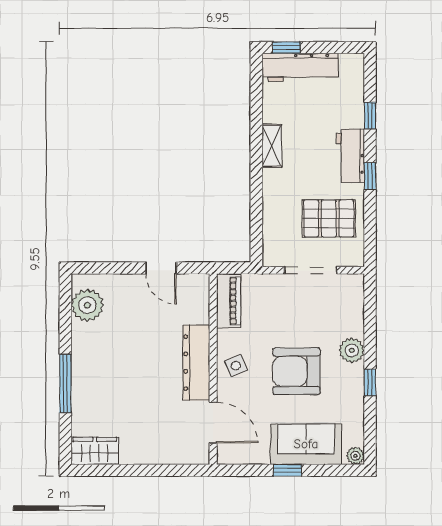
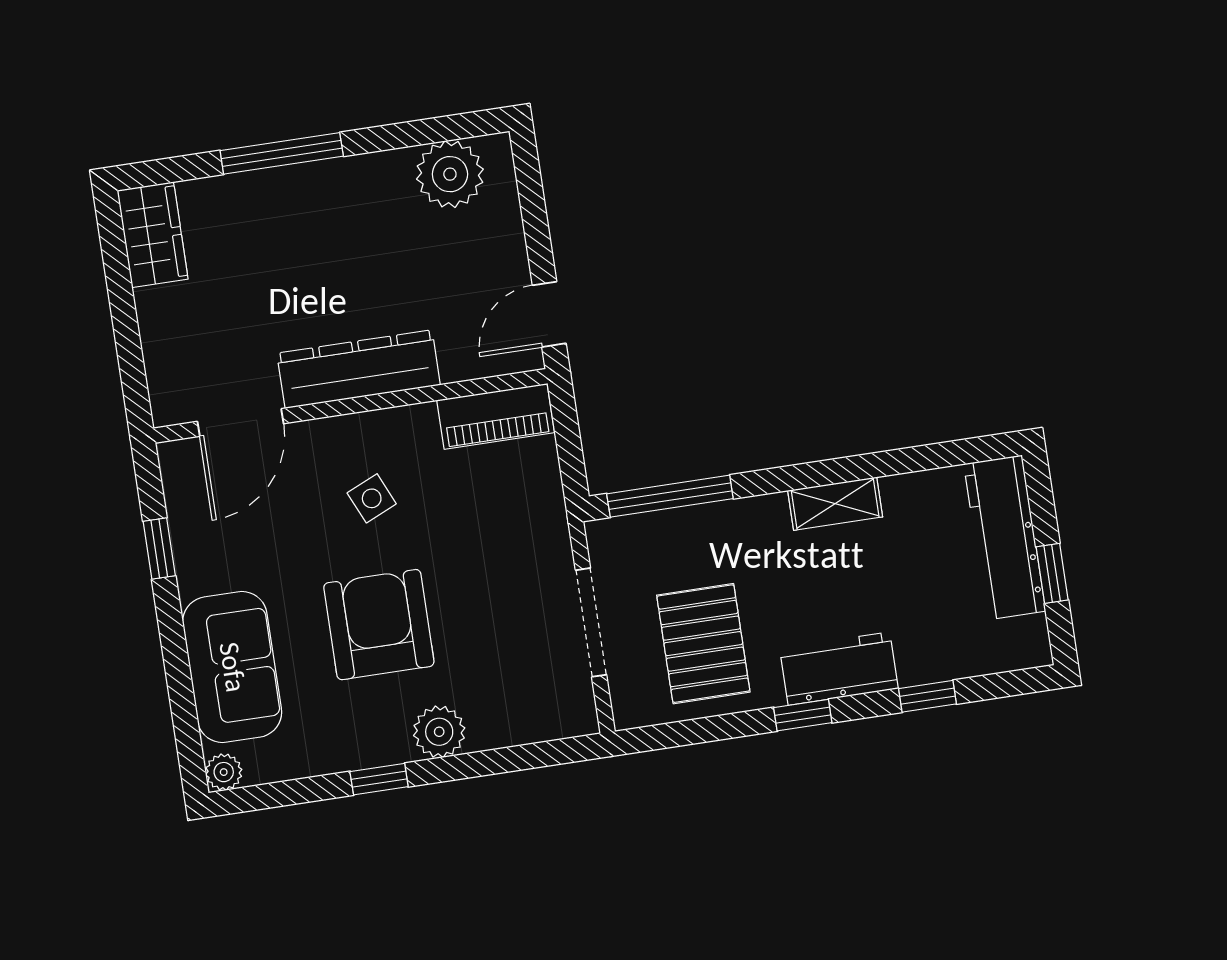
window: (286, 47) -> (1052, 573), moved
window: (256, 224) -> (670, 496), added
piano: (229, 301) -> (496, 416), moved
dresser: (196, 363) -> (359, 369), moved
wall: (213, 369) -> (350, 406), moved
door: (213, 423) -> (240, 423), moved
window: (287, 470) -> (159, 548), moved

